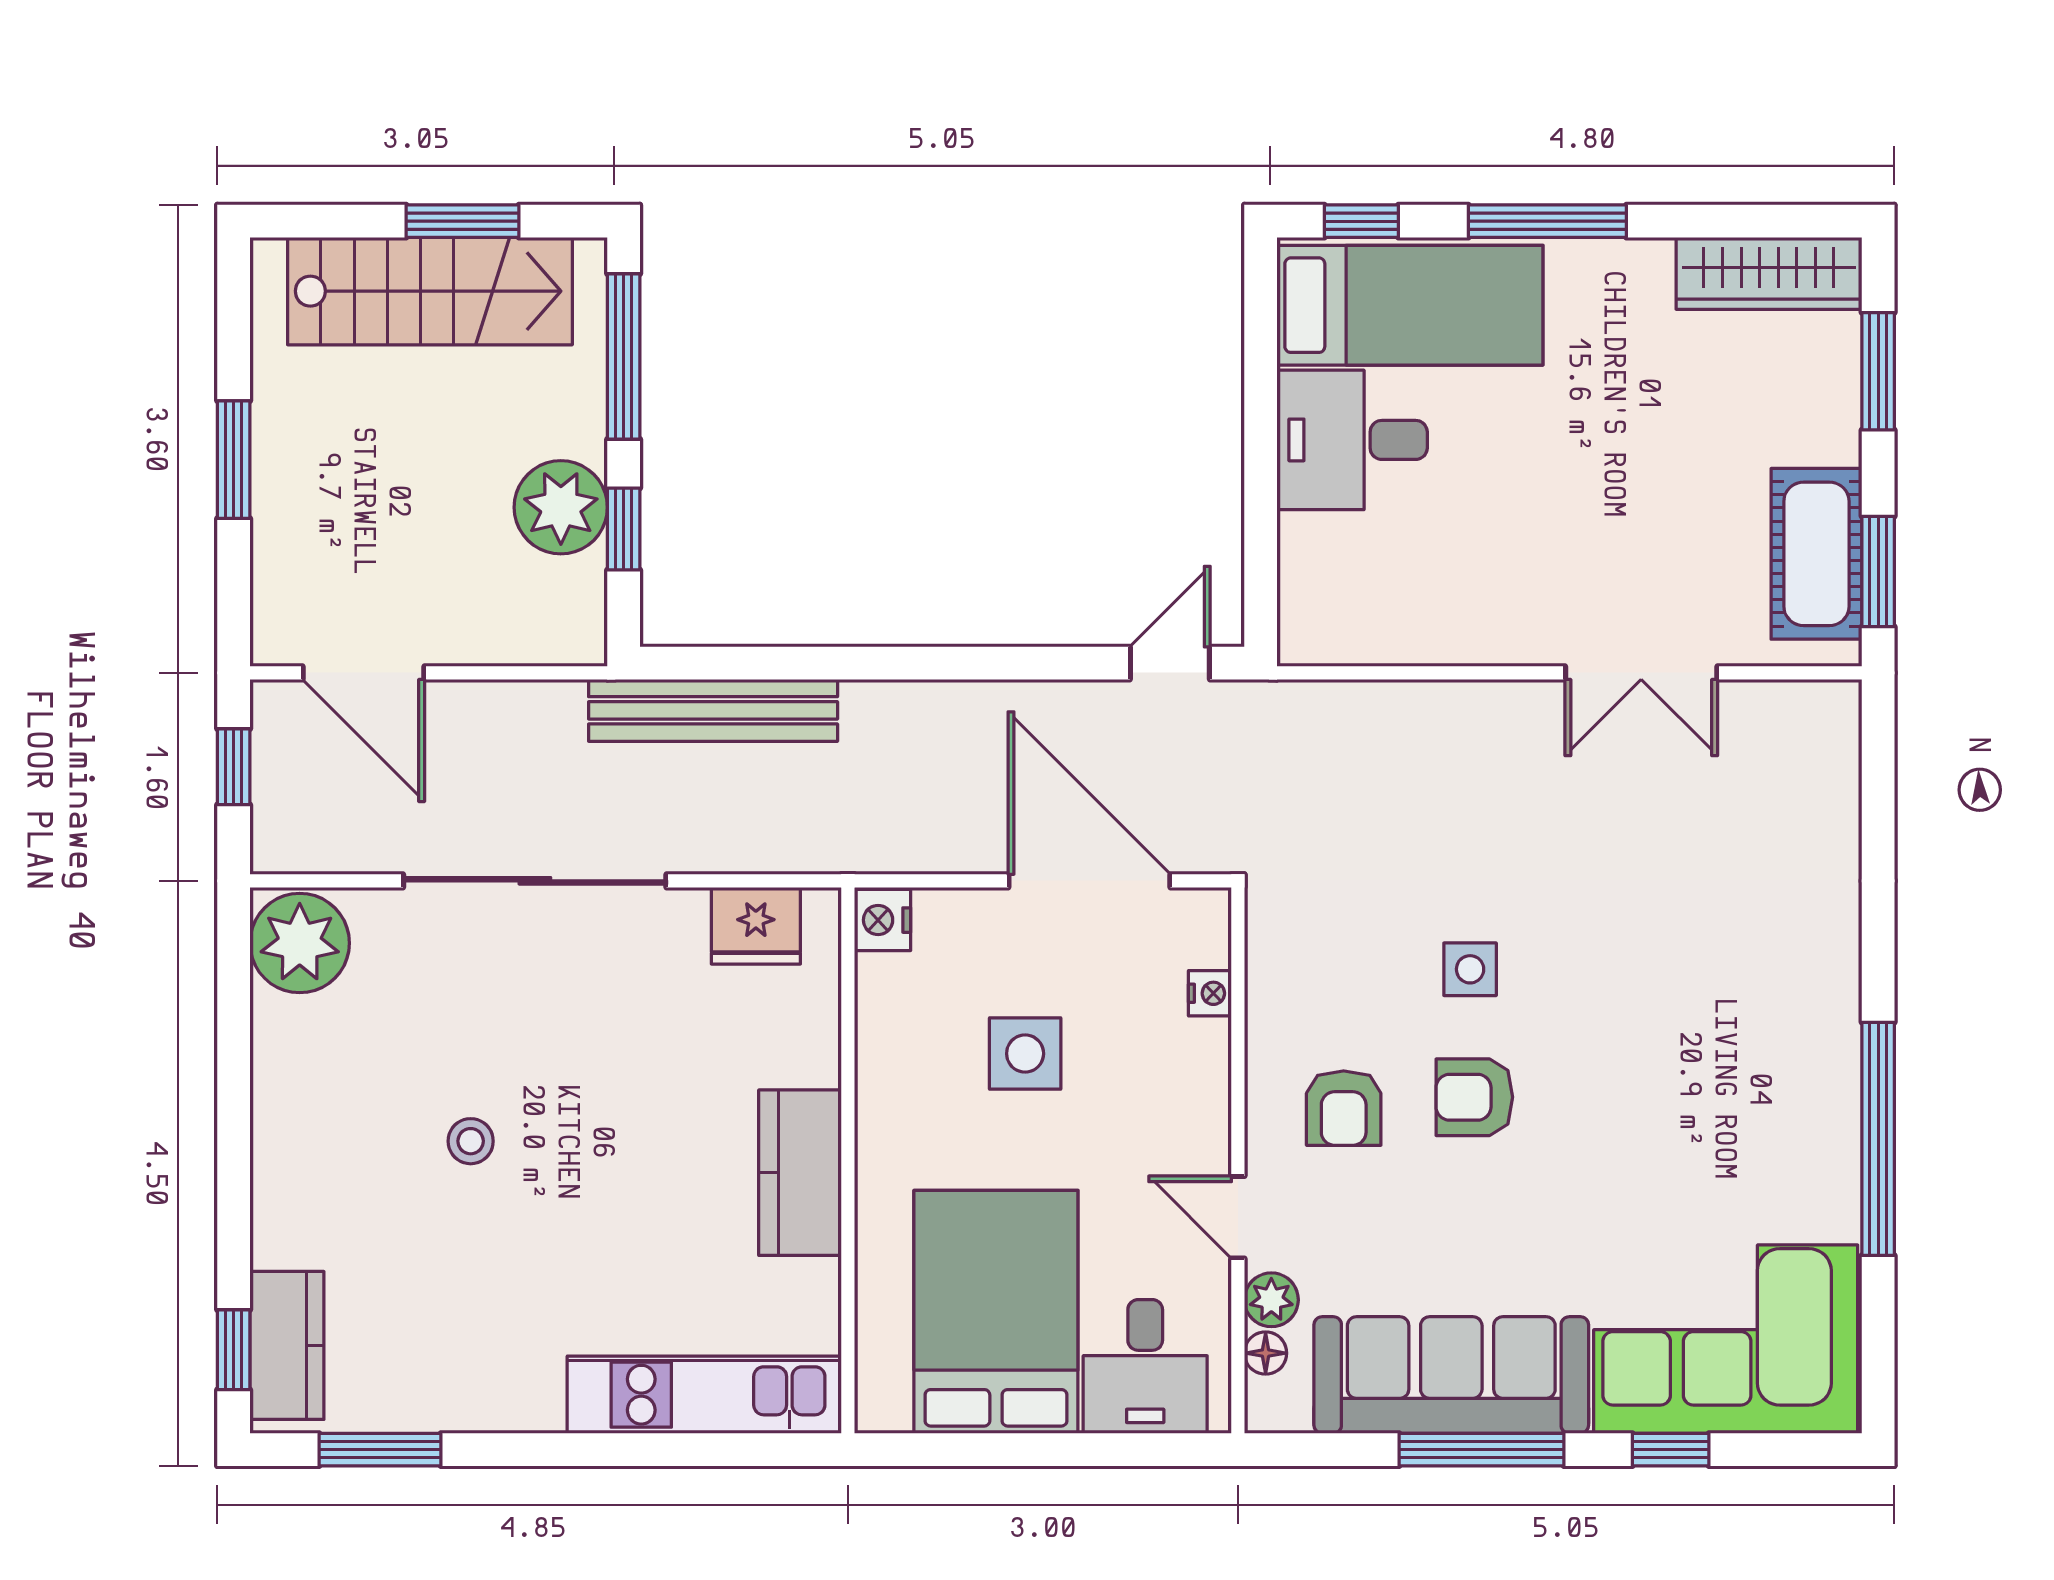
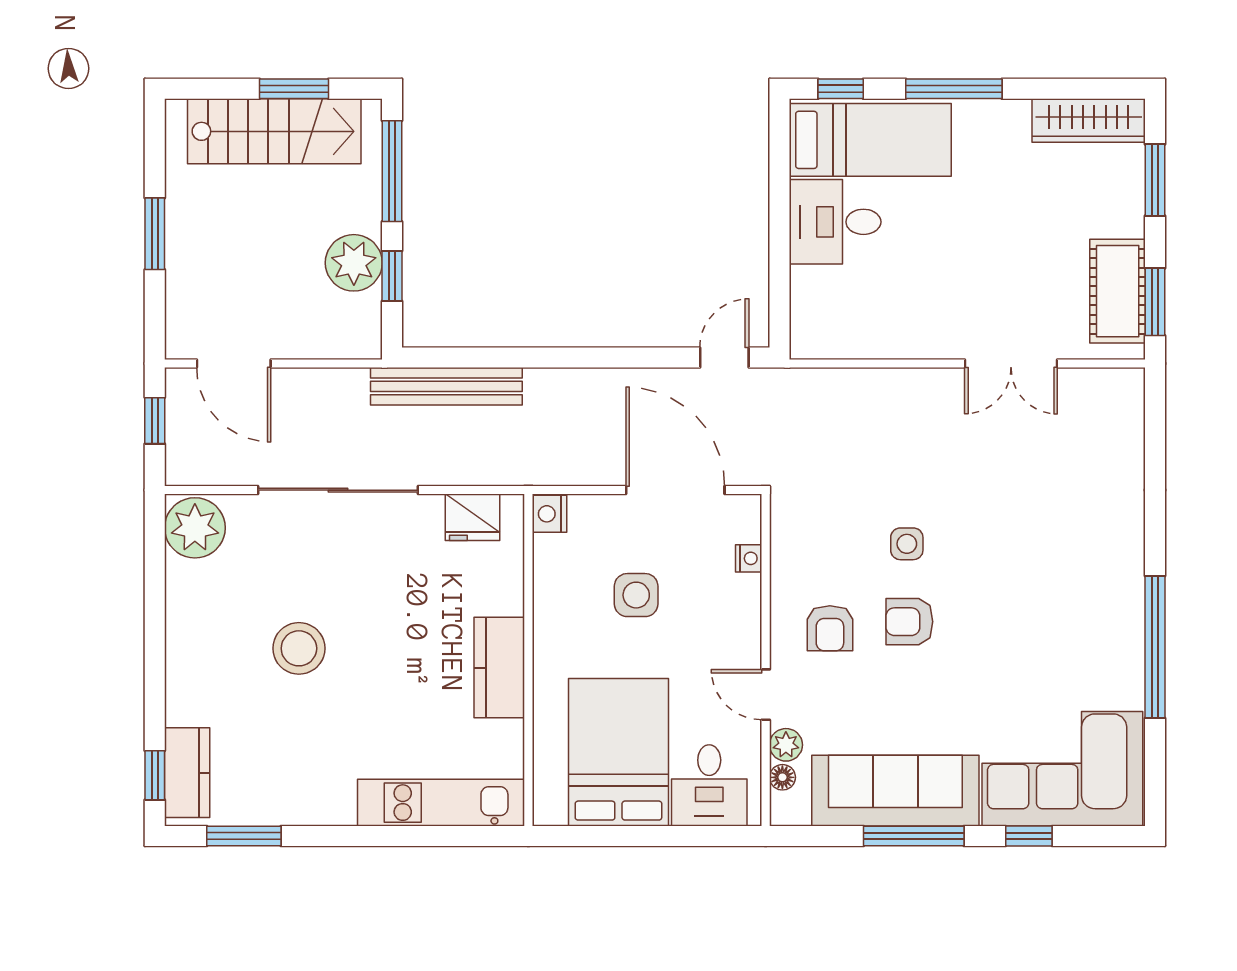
stool: (471, 1141) -> (299, 648), width x1.89, depth x1.89

